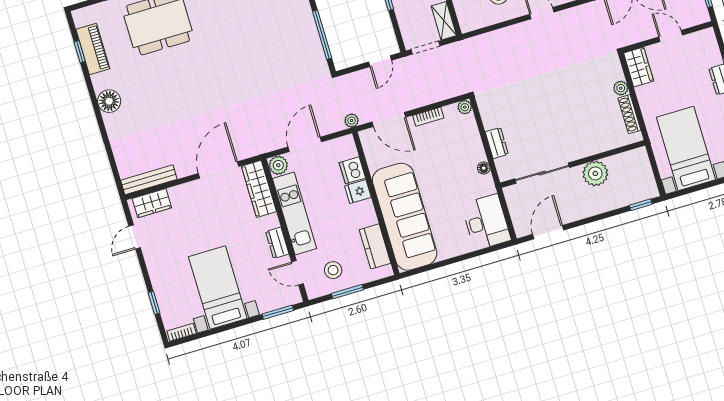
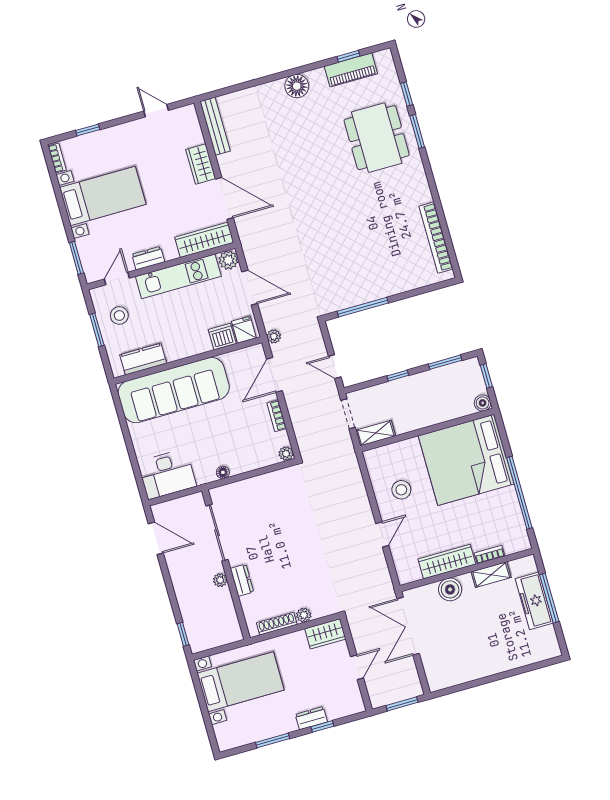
dresser: (497, 143) -> (242, 580), moved, turned -90
plant: (595, 173) -> (220, 580), width x0.53, depth x0.53
fridge: (358, 192) -> (244, 330), moved
wardrobe: (152, 203) -> (201, 164), moved

